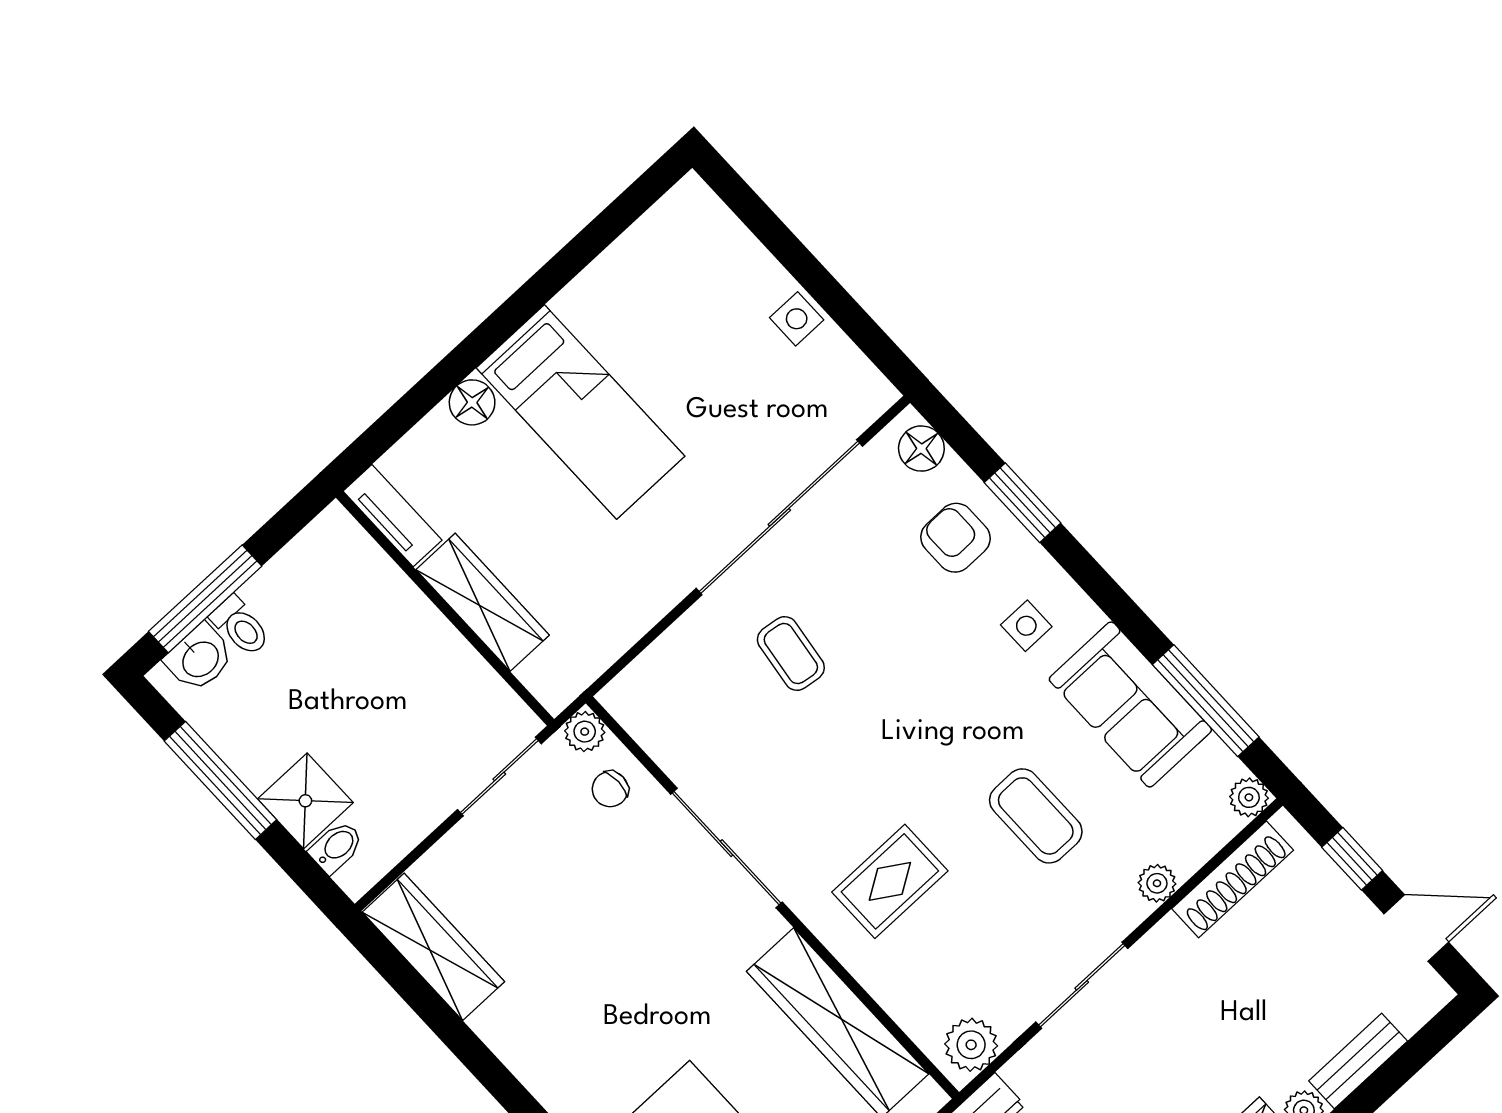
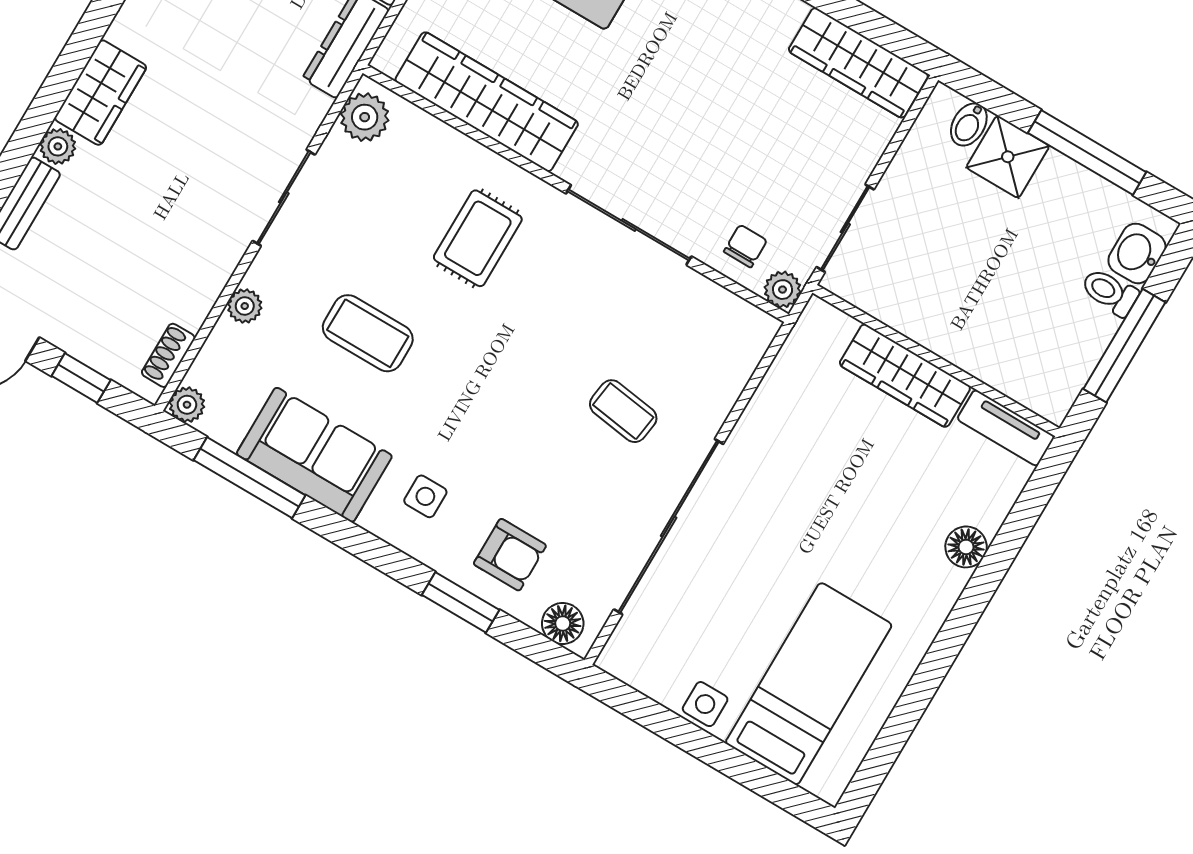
bed: (581, 412) -> (809, 684), moved, turned 90
window: (205, 599) -> (1124, 346), moved
shoe rack: (1233, 879) -> (168, 355), width x0.51, depth x0.81

